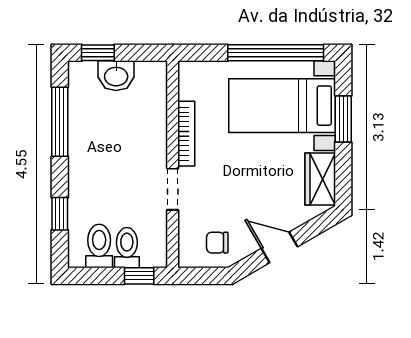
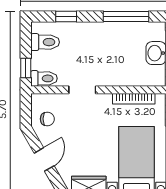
bookcase: (186, 134) -> (134, 99), moved
chair: (217, 243) -> (47, 119), turned 90
toilet: (127, 248) -> (44, 78), moved

